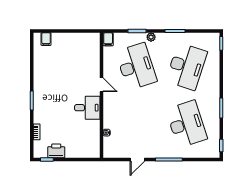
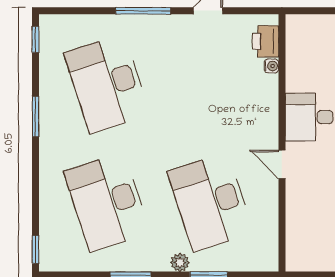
filing cabinet: (108, 39) -> (268, 258), removed
desk: (186, 66) -> (107, 202), turned -36
printer: (109, 145) -> (266, 41), added

